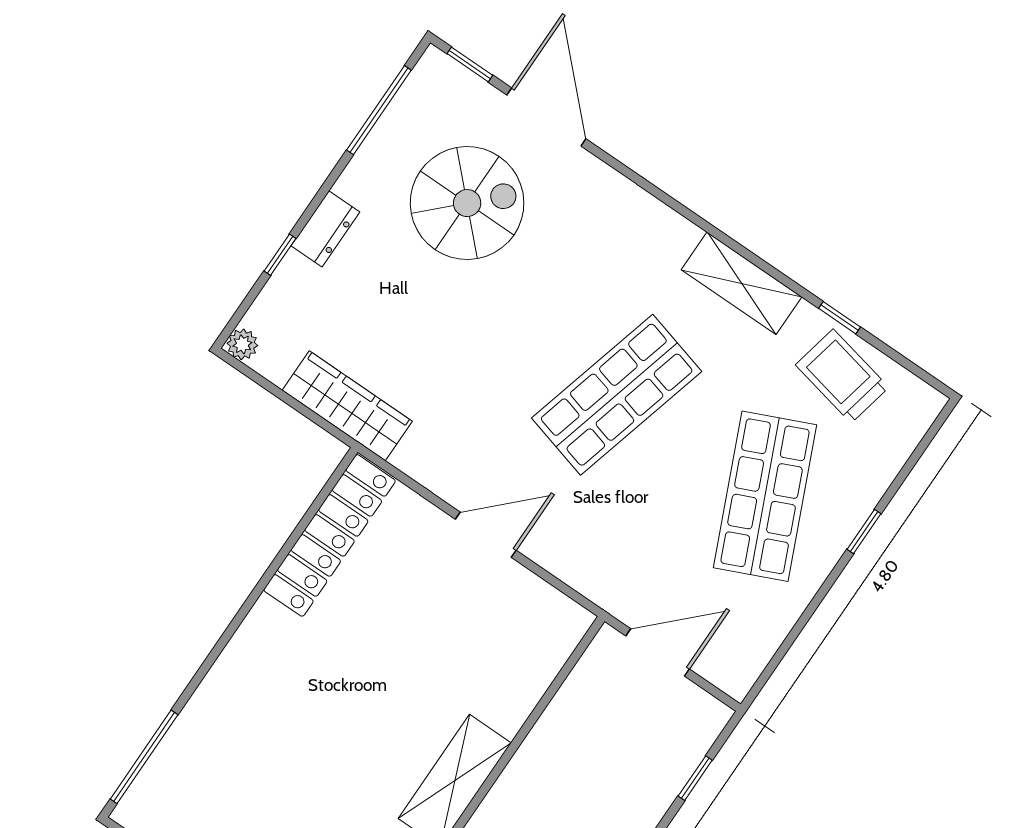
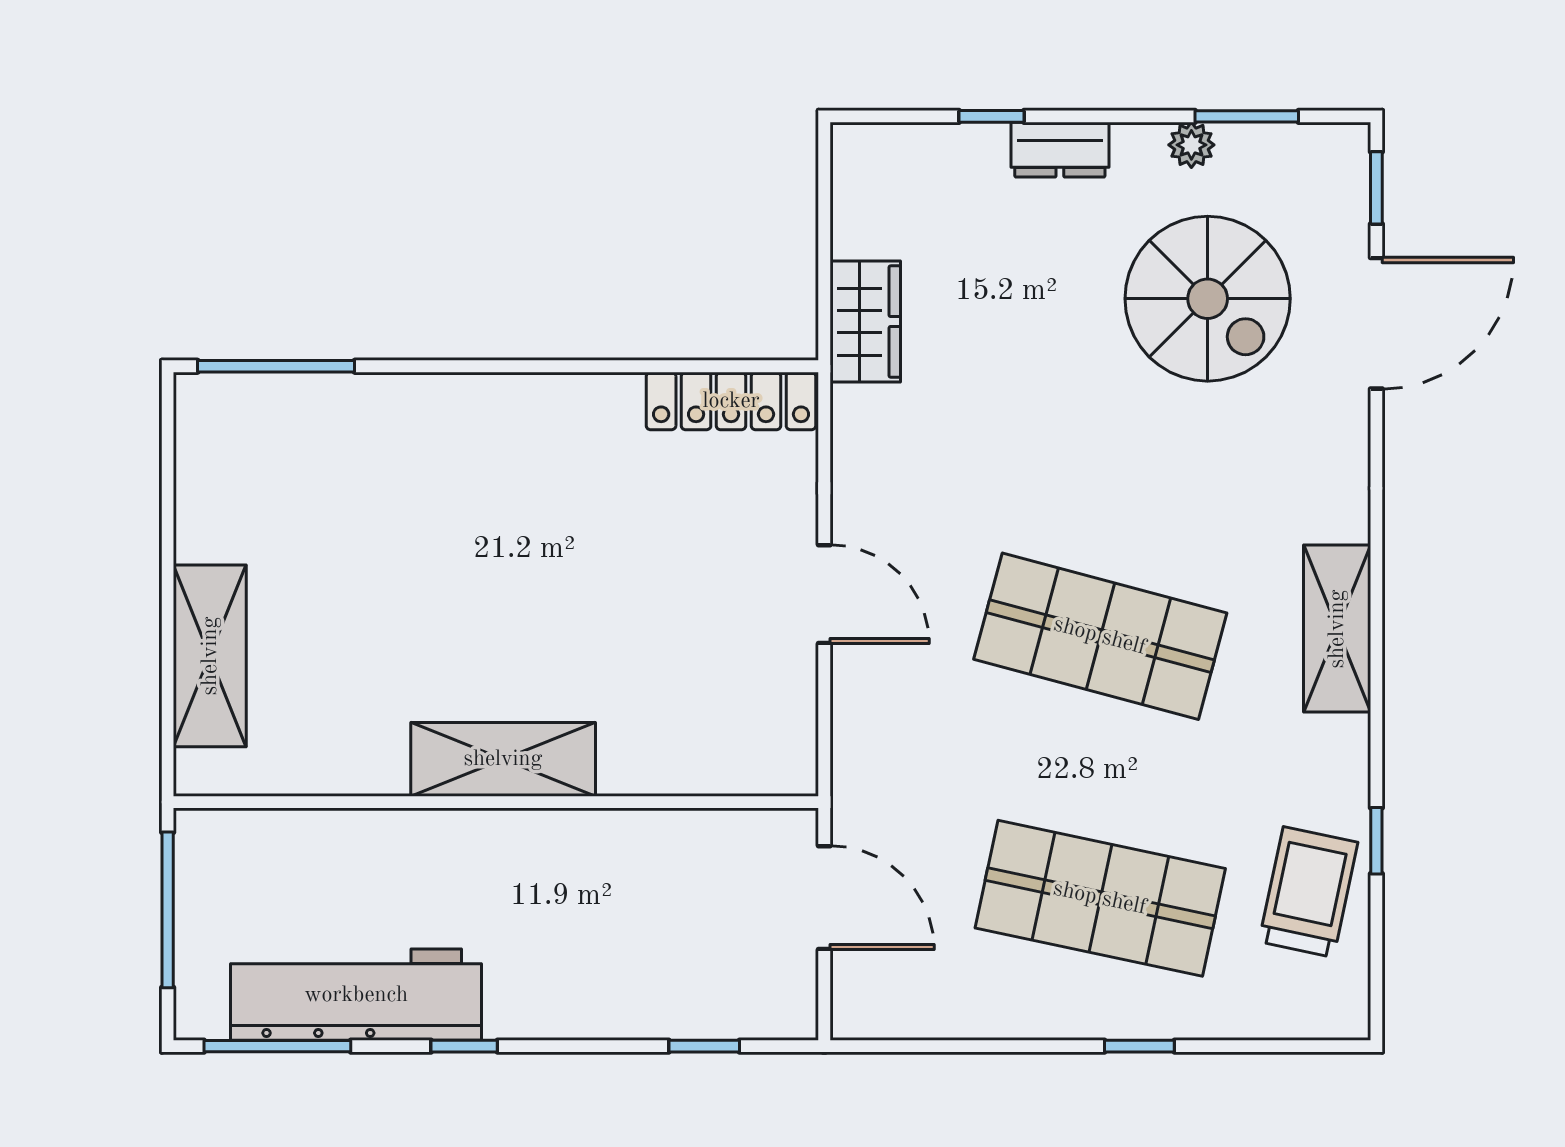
window: (379, 110) -> (1247, 116), width x0.69
shelving: (742, 283) -> (1337, 629), moved
plant: (242, 344) -> (1191, 145), moved
wardrobe: (347, 406) -> (865, 322), width x0.67
shop shelf: (765, 496) -> (1100, 898), turned 36
locker: (330, 535) -> (731, 401), width x0.71, depth x0.83

